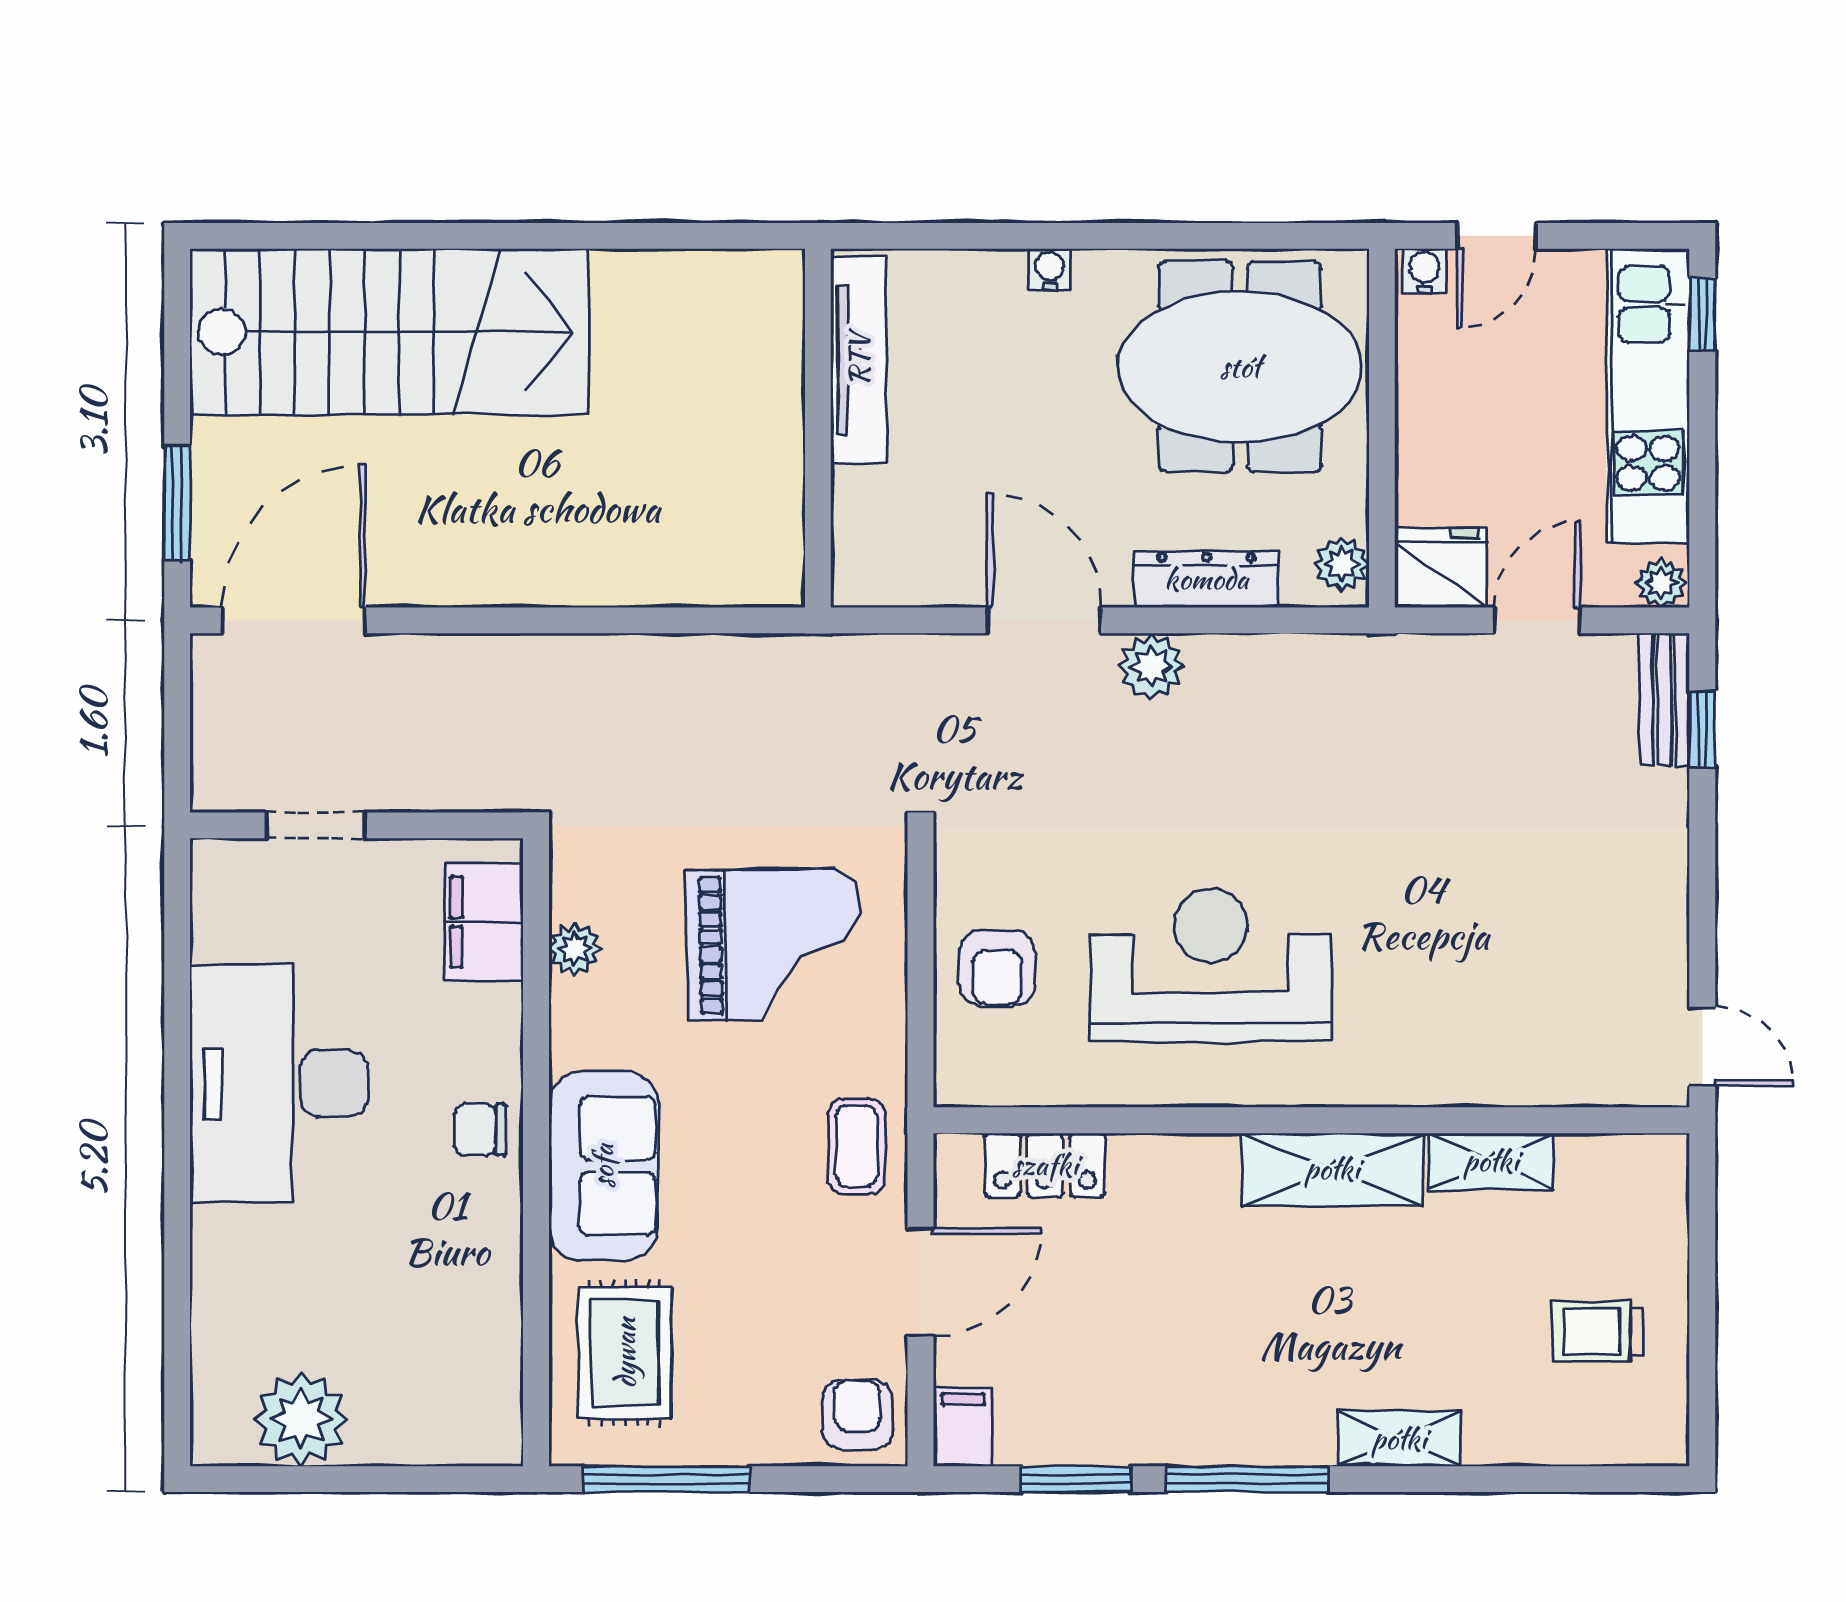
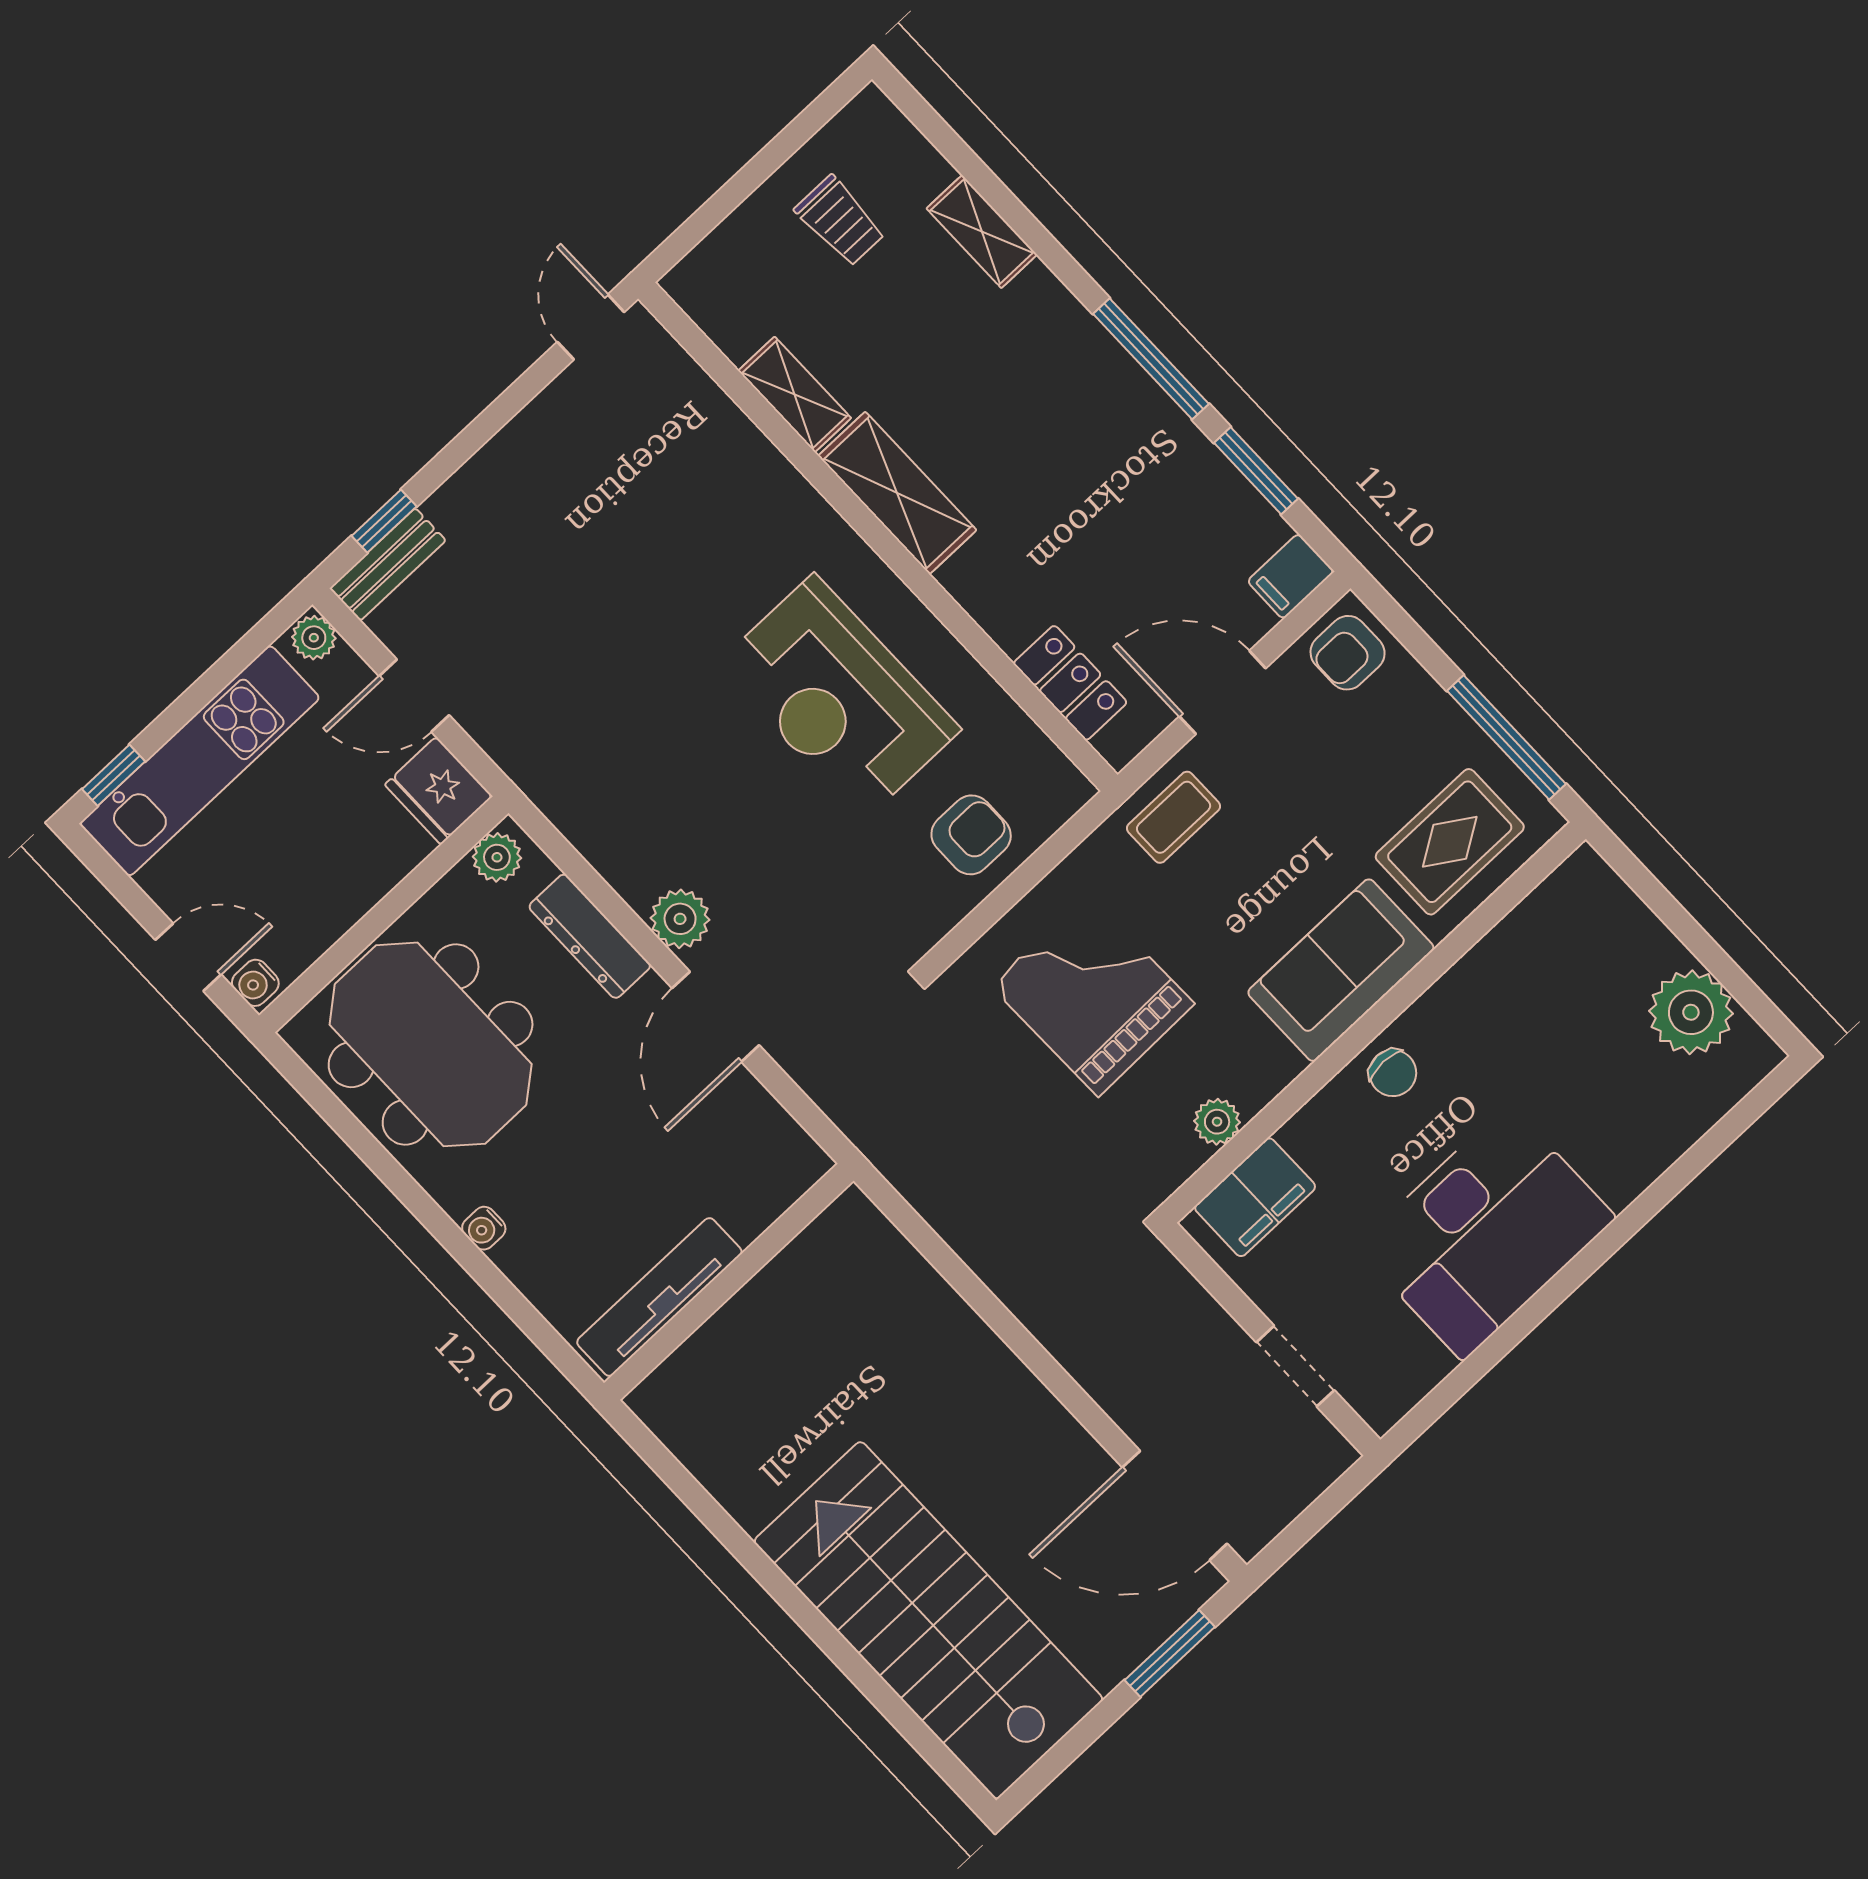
shelving: (1399, 1439) -> (982, 232), moved

